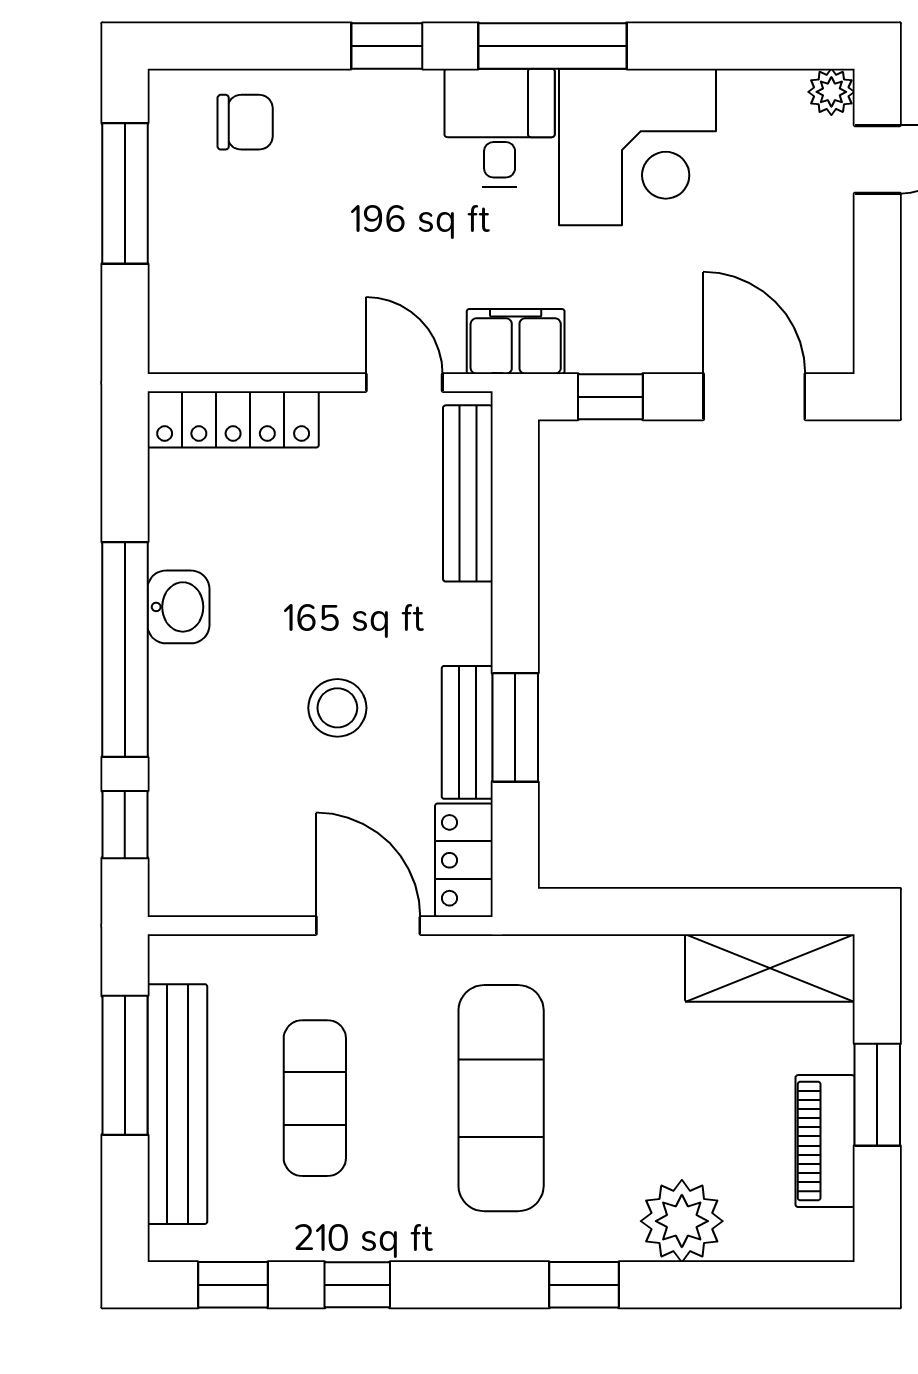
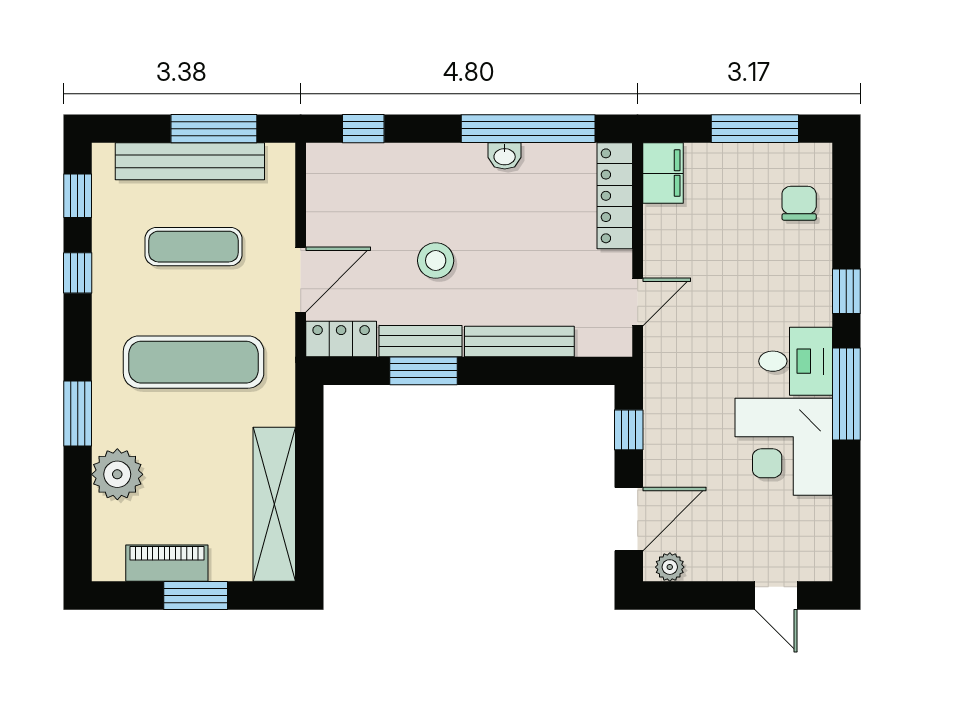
plant: (831, 92) -> (670, 567), moved
chair: (245, 122) -> (799, 203), turned 180
filing cabinet: (516, 341) -> (663, 173), moved
bench: (468, 493) -> (519, 342), moved
washbasin: (178, 607) -> (505, 156), width x0.72, depth x0.69
window: (125, 650) -> (528, 129), moved
shelving: (770, 968) -> (274, 504), width x1.47
window: (584, 1285) -> (78, 414), width x1.50

